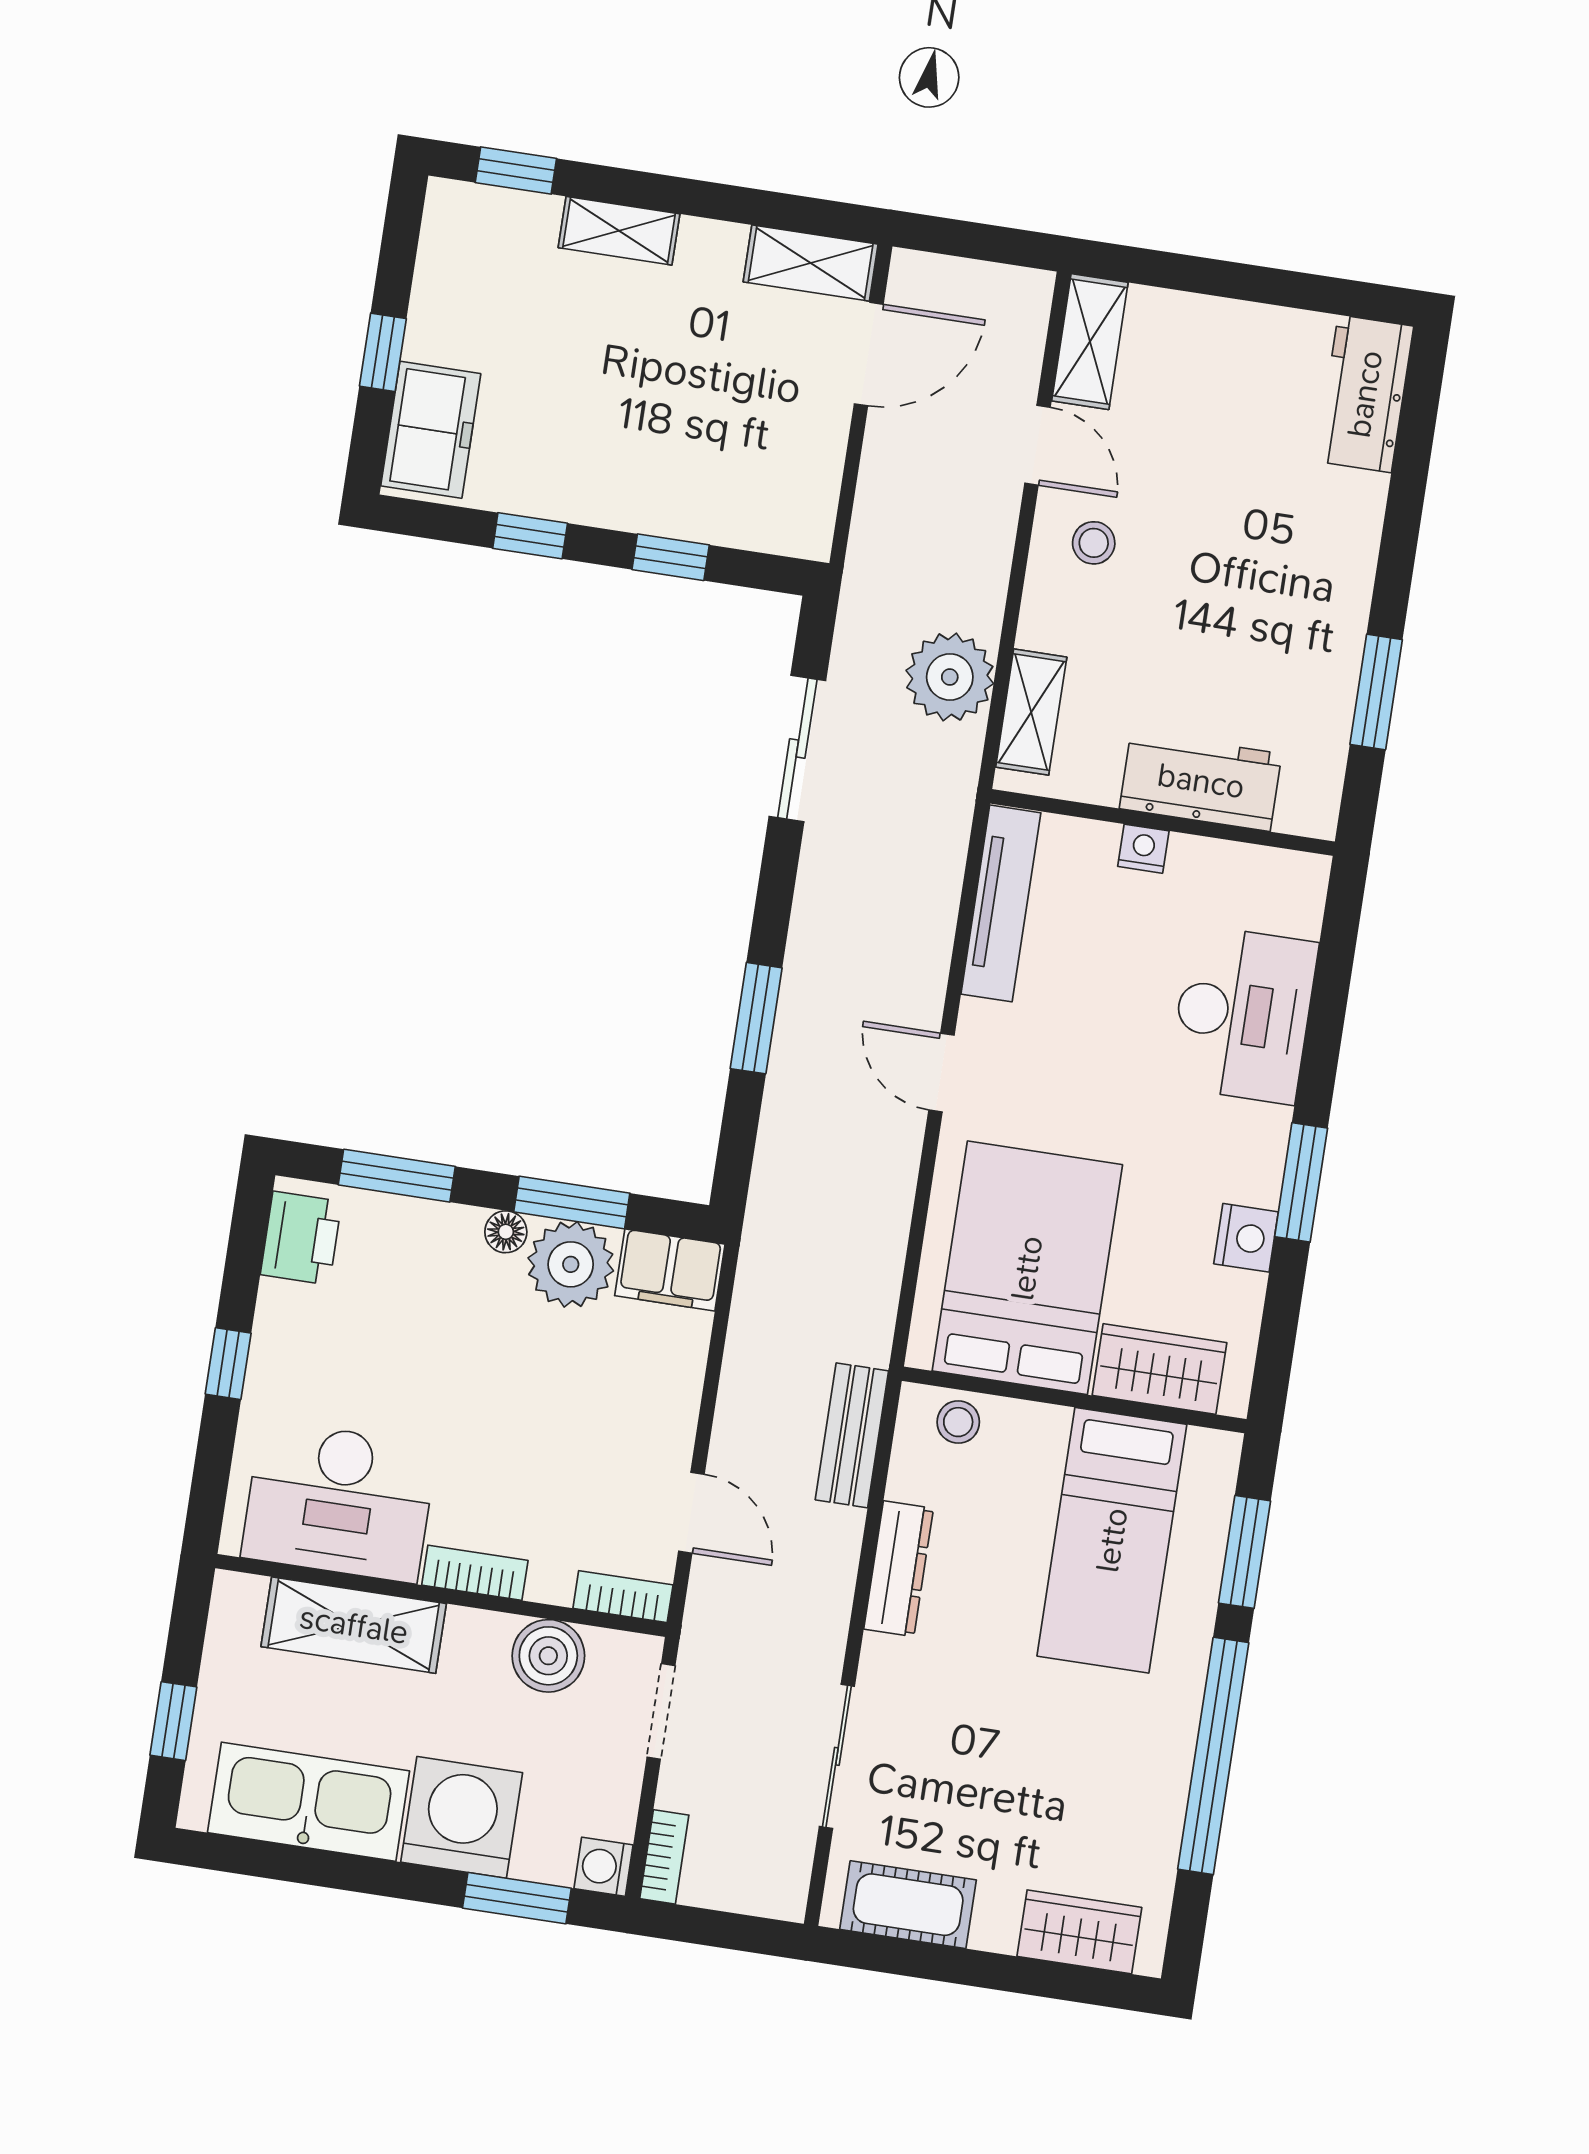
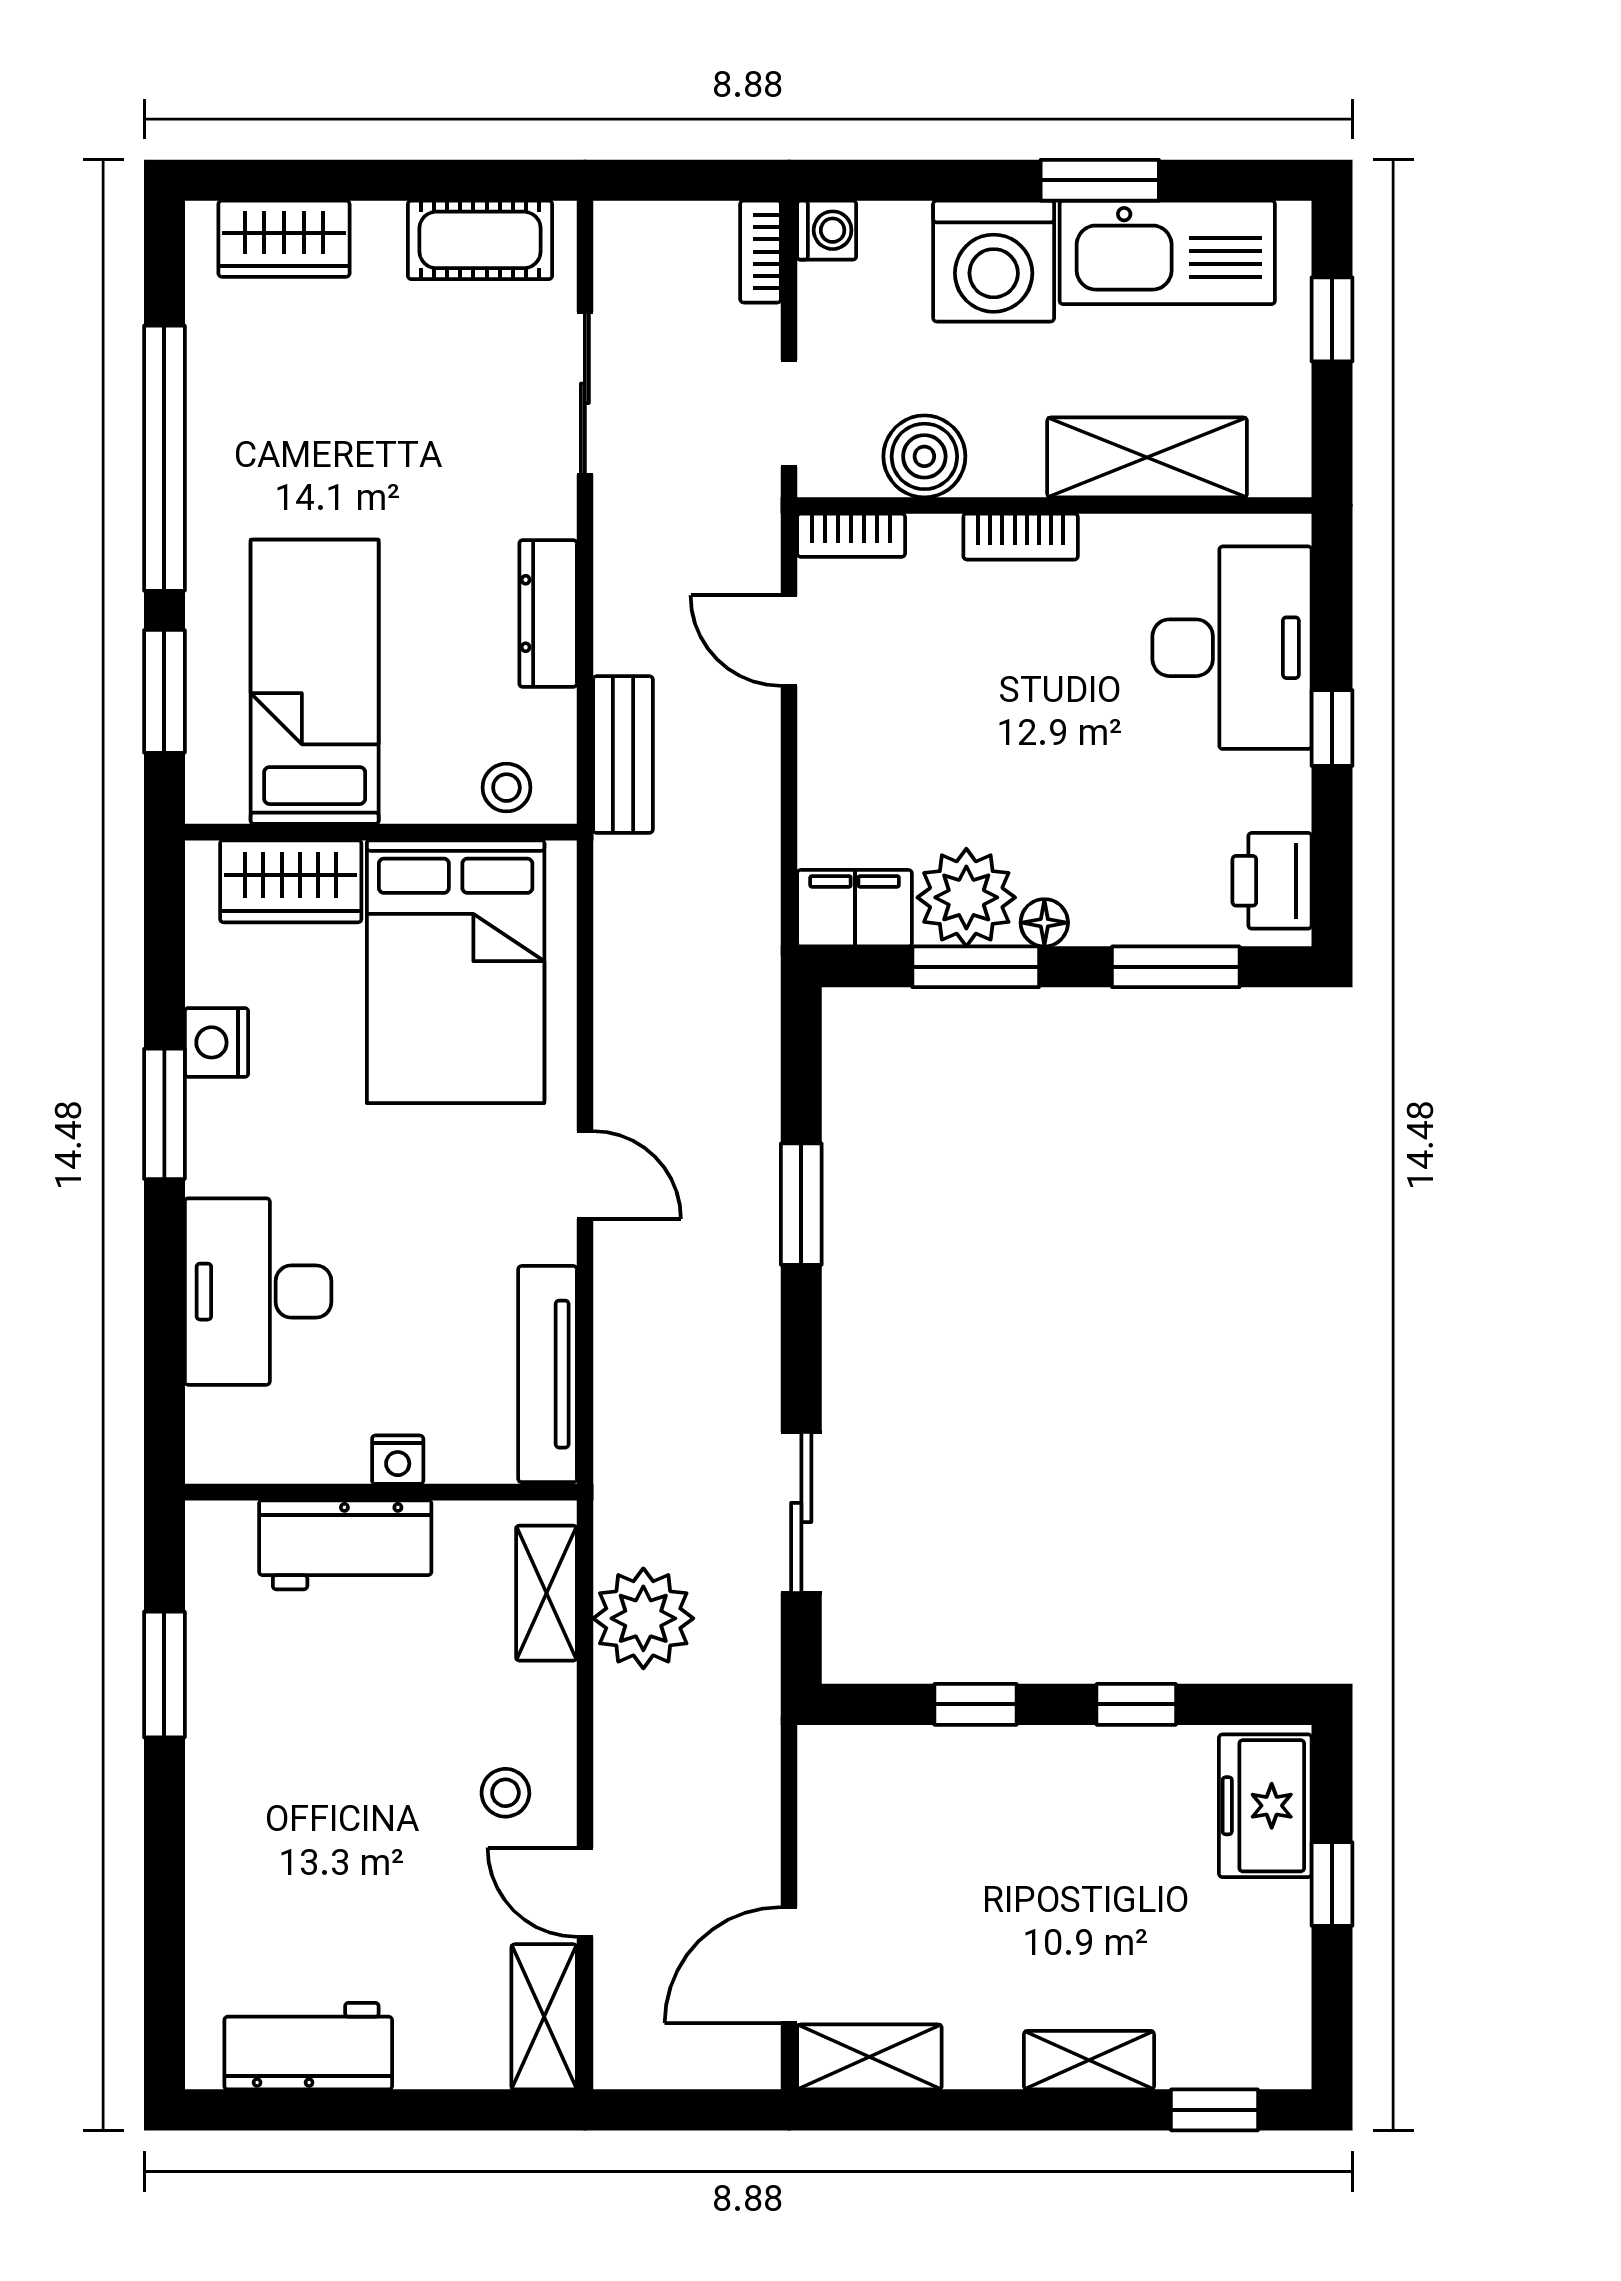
workbench: (1365, 394) -> (308, 2046), moved, turned -90
desk: (339, 1501) -> (1232, 648), moved, turned 90
window: (517, 1898) -> (1100, 180), moved

